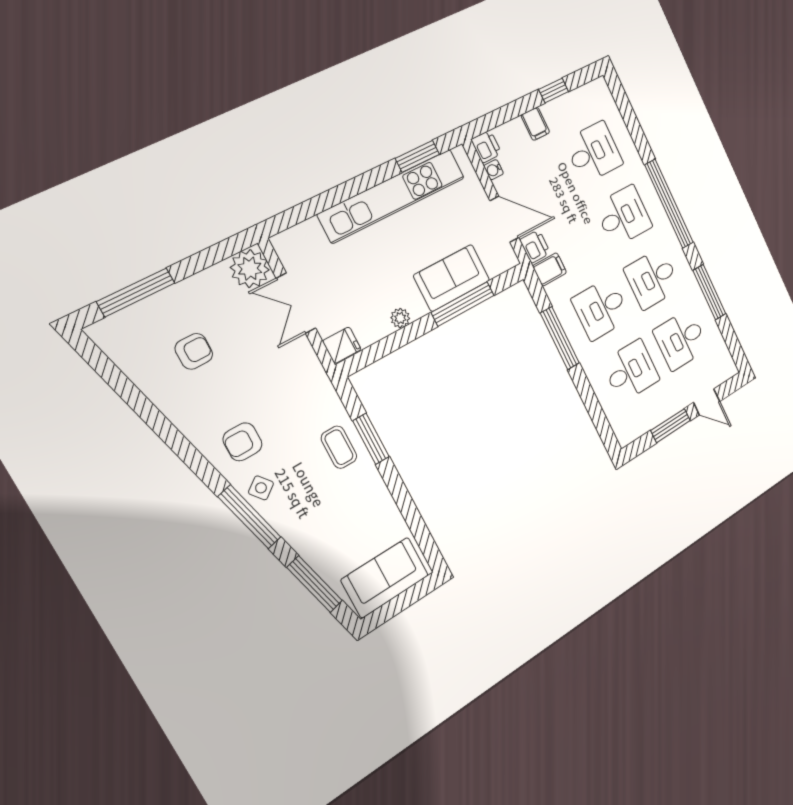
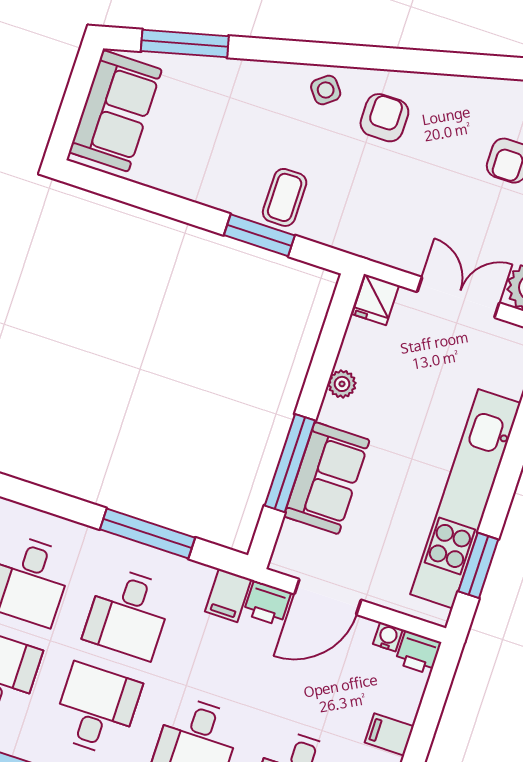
desk: (601, 309) -> (128, 613), turned 180
coffee table: (339, 447) -> (285, 197), turned 90
window: (250, 517) -> (311, 53), removed

